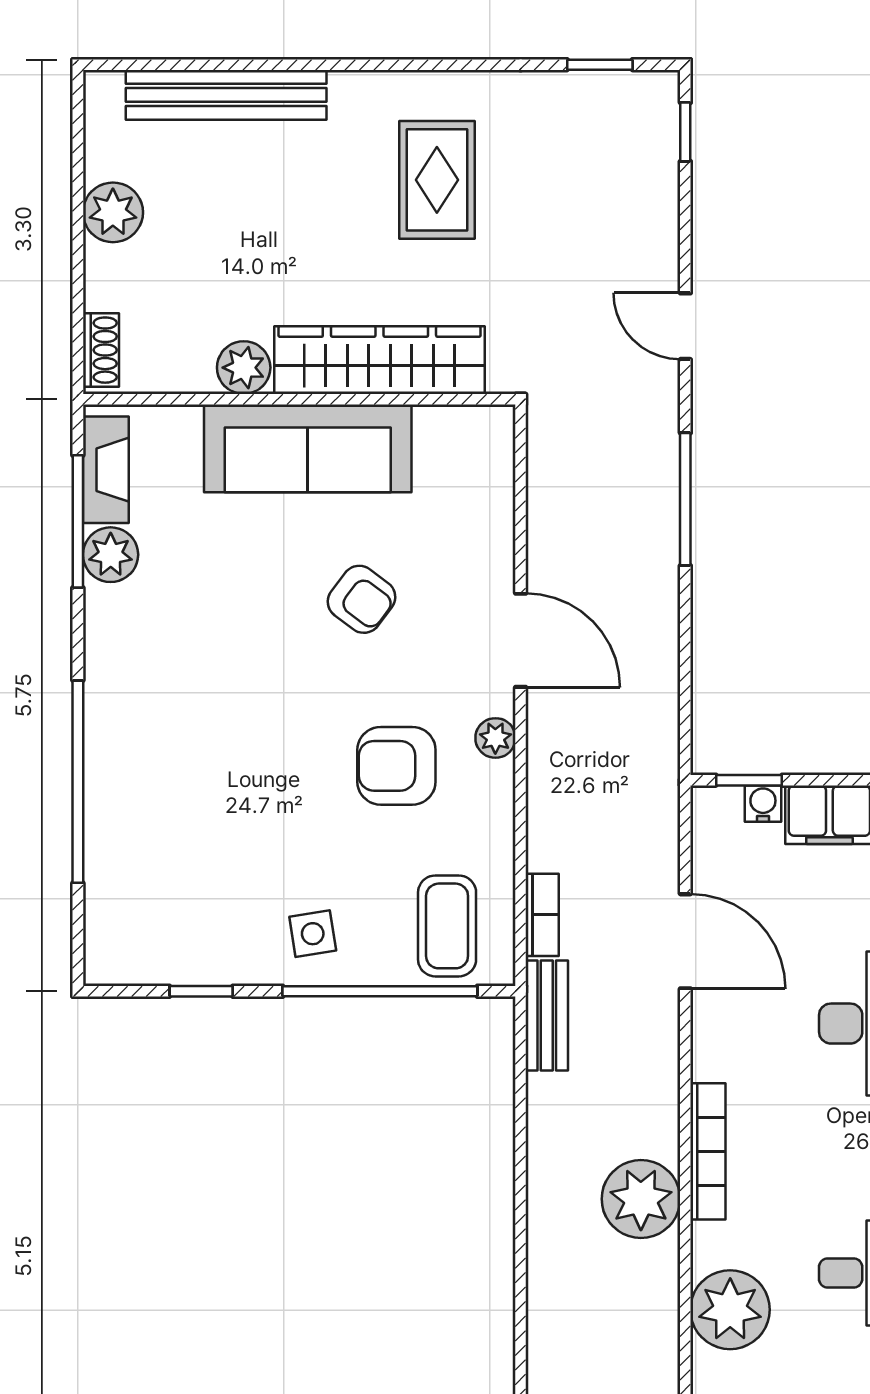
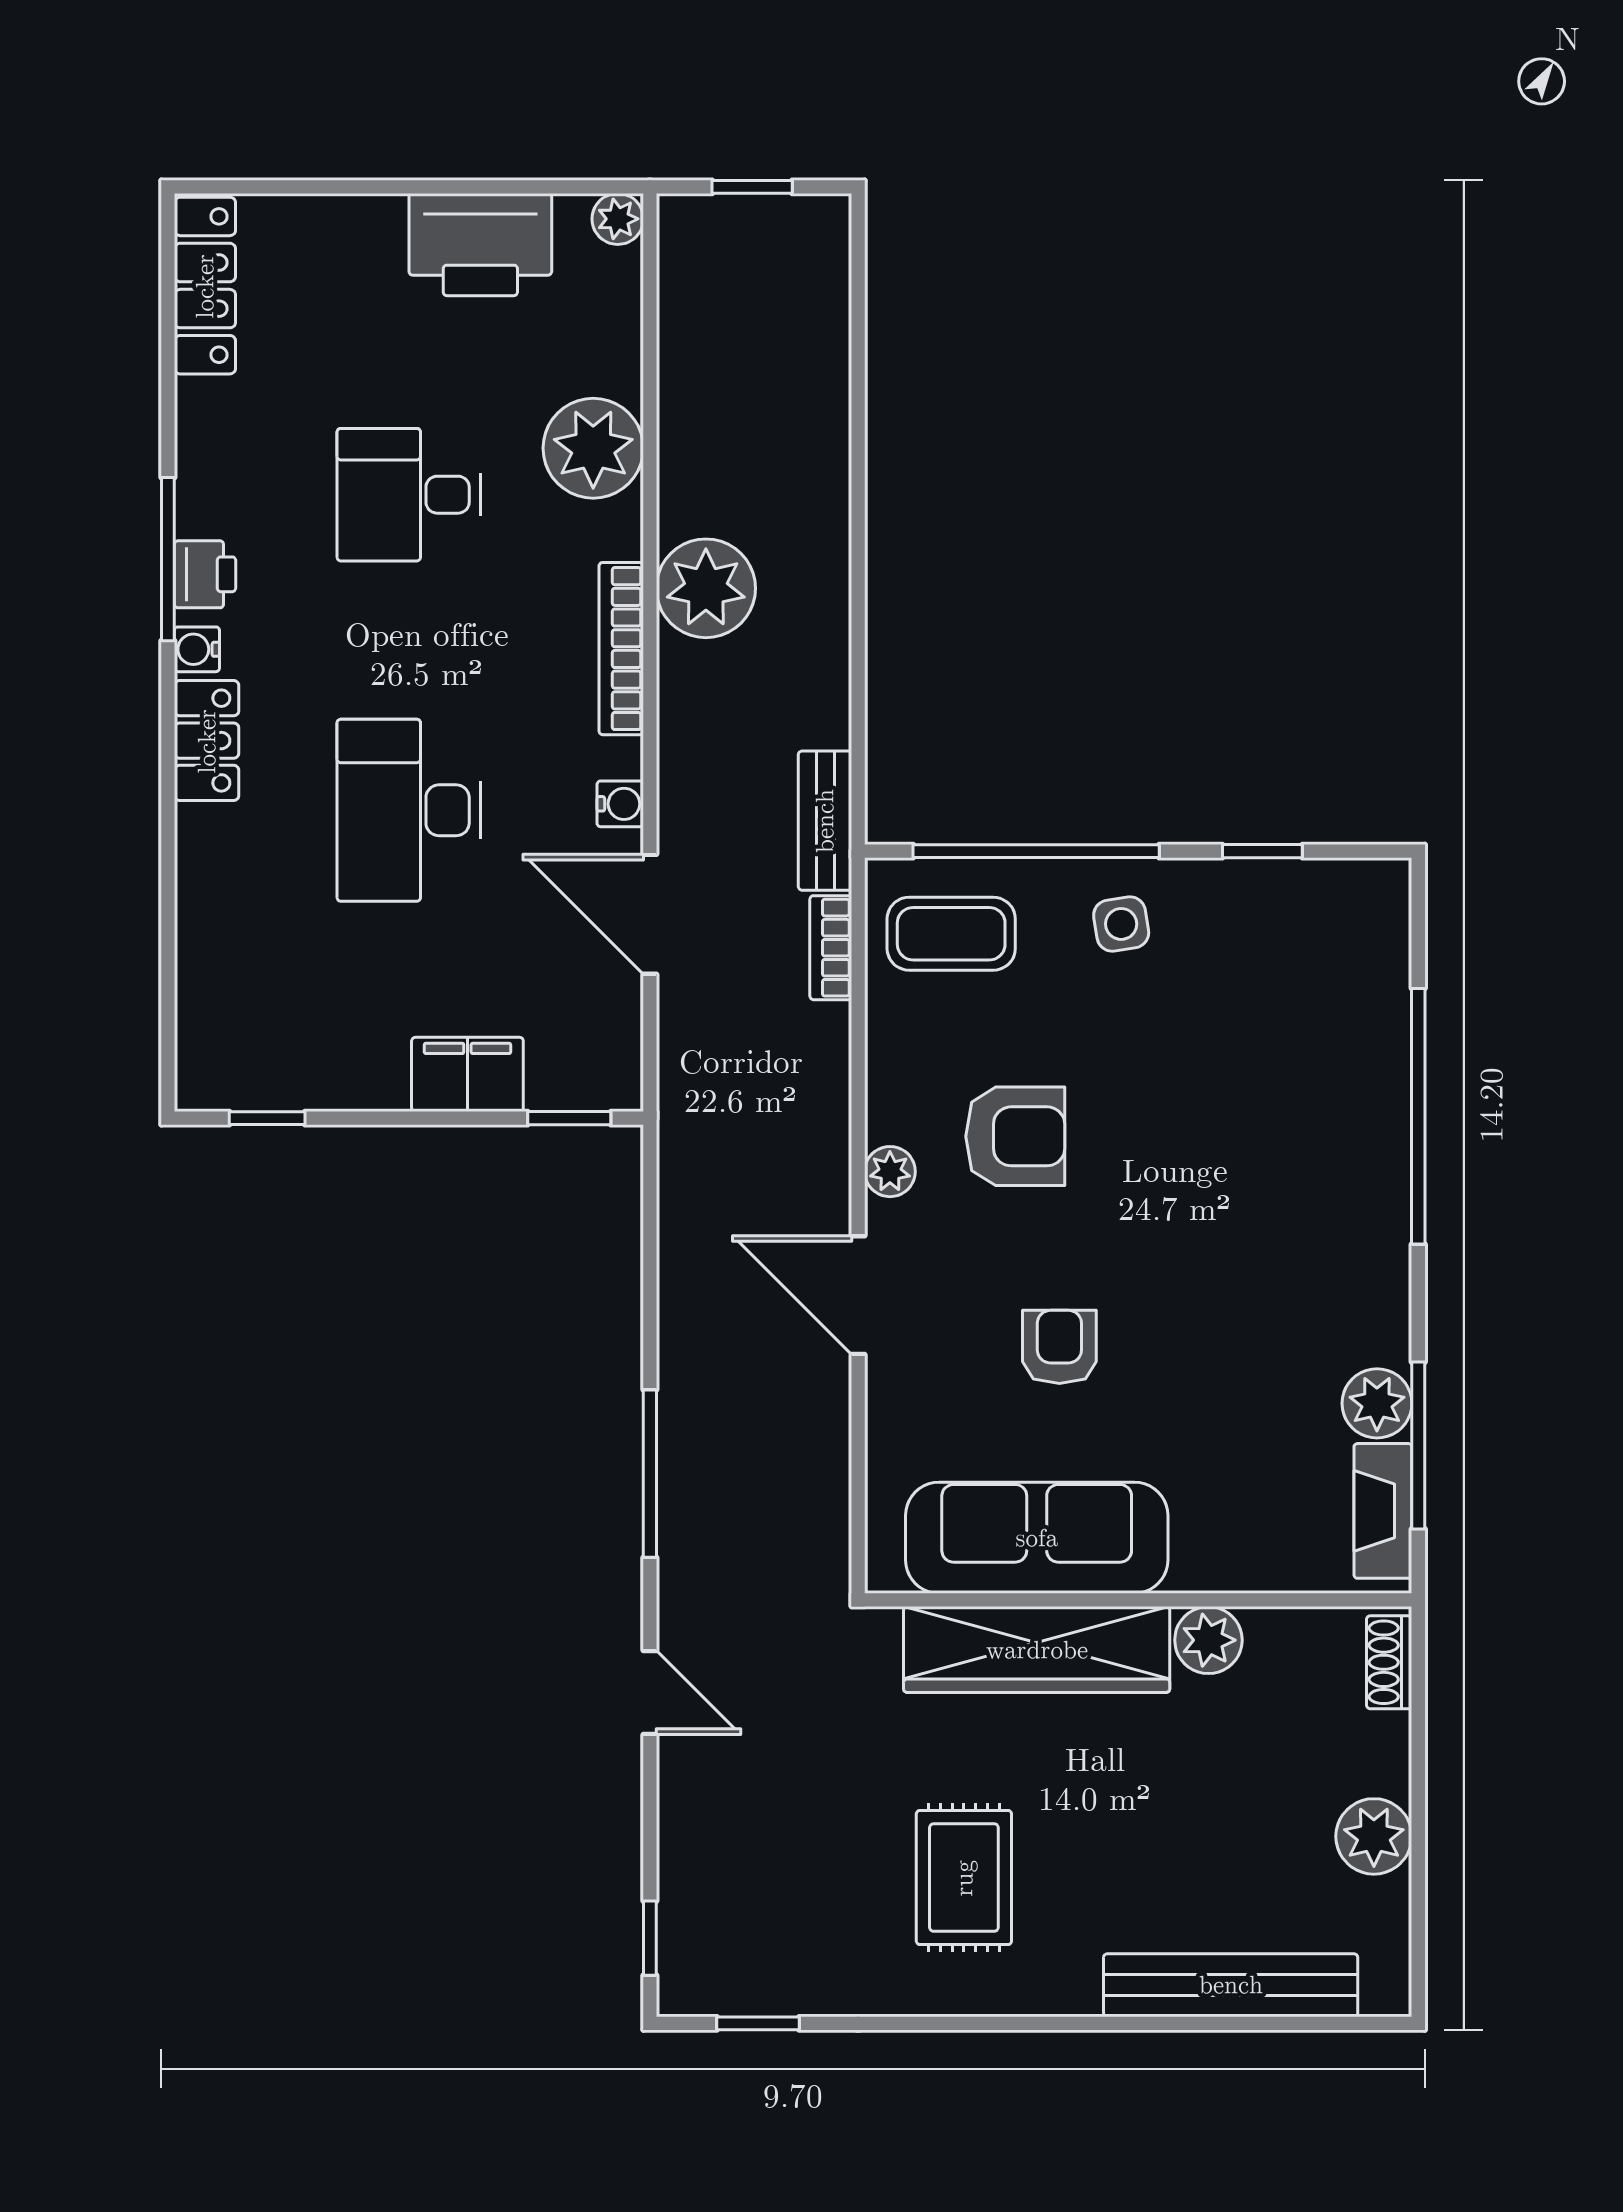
sofa: (308, 448) -> (1037, 1538), moved
armchair: (362, 599) -> (1059, 1347), turned 53
water cooler: (763, 804) -> (620, 804), moved, turned -90
coffee table: (447, 926) -> (951, 934), turned 90

